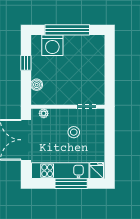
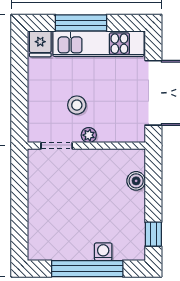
washing machine: (52, 45) -> (103, 252), width x0.53, depth x0.53
window: (26, 63) -> (153, 234), moved
plant: (44, 113) -> (89, 135), moved

